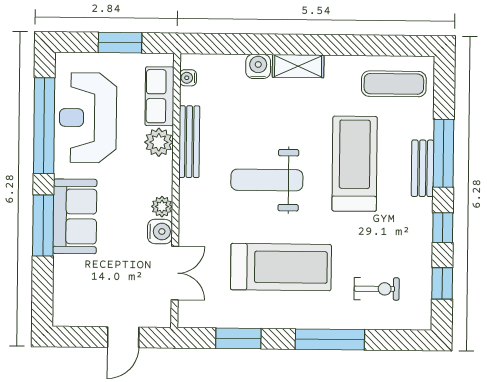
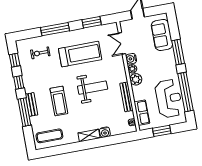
plant: (159, 142) -> (136, 79), moved
treadmill: (355, 164) -> (59, 101), width x0.73, depth x0.73
sofa: (75, 216) -> (162, 35), moved
treadmill: (281, 267) -> (80, 54), turned 180

